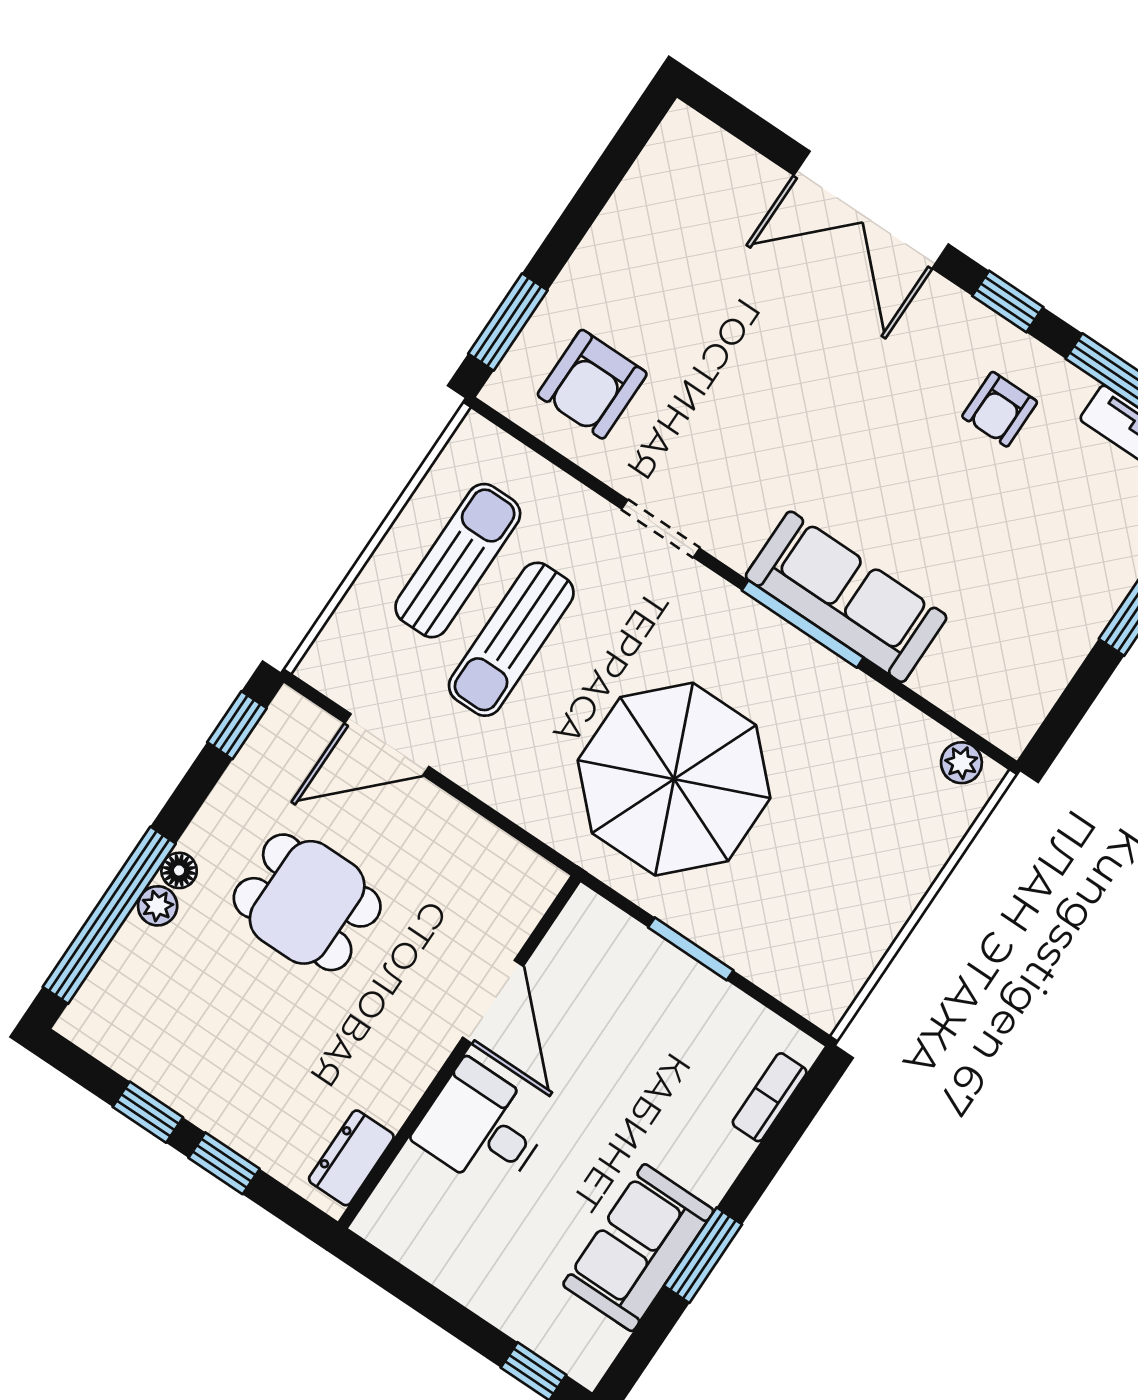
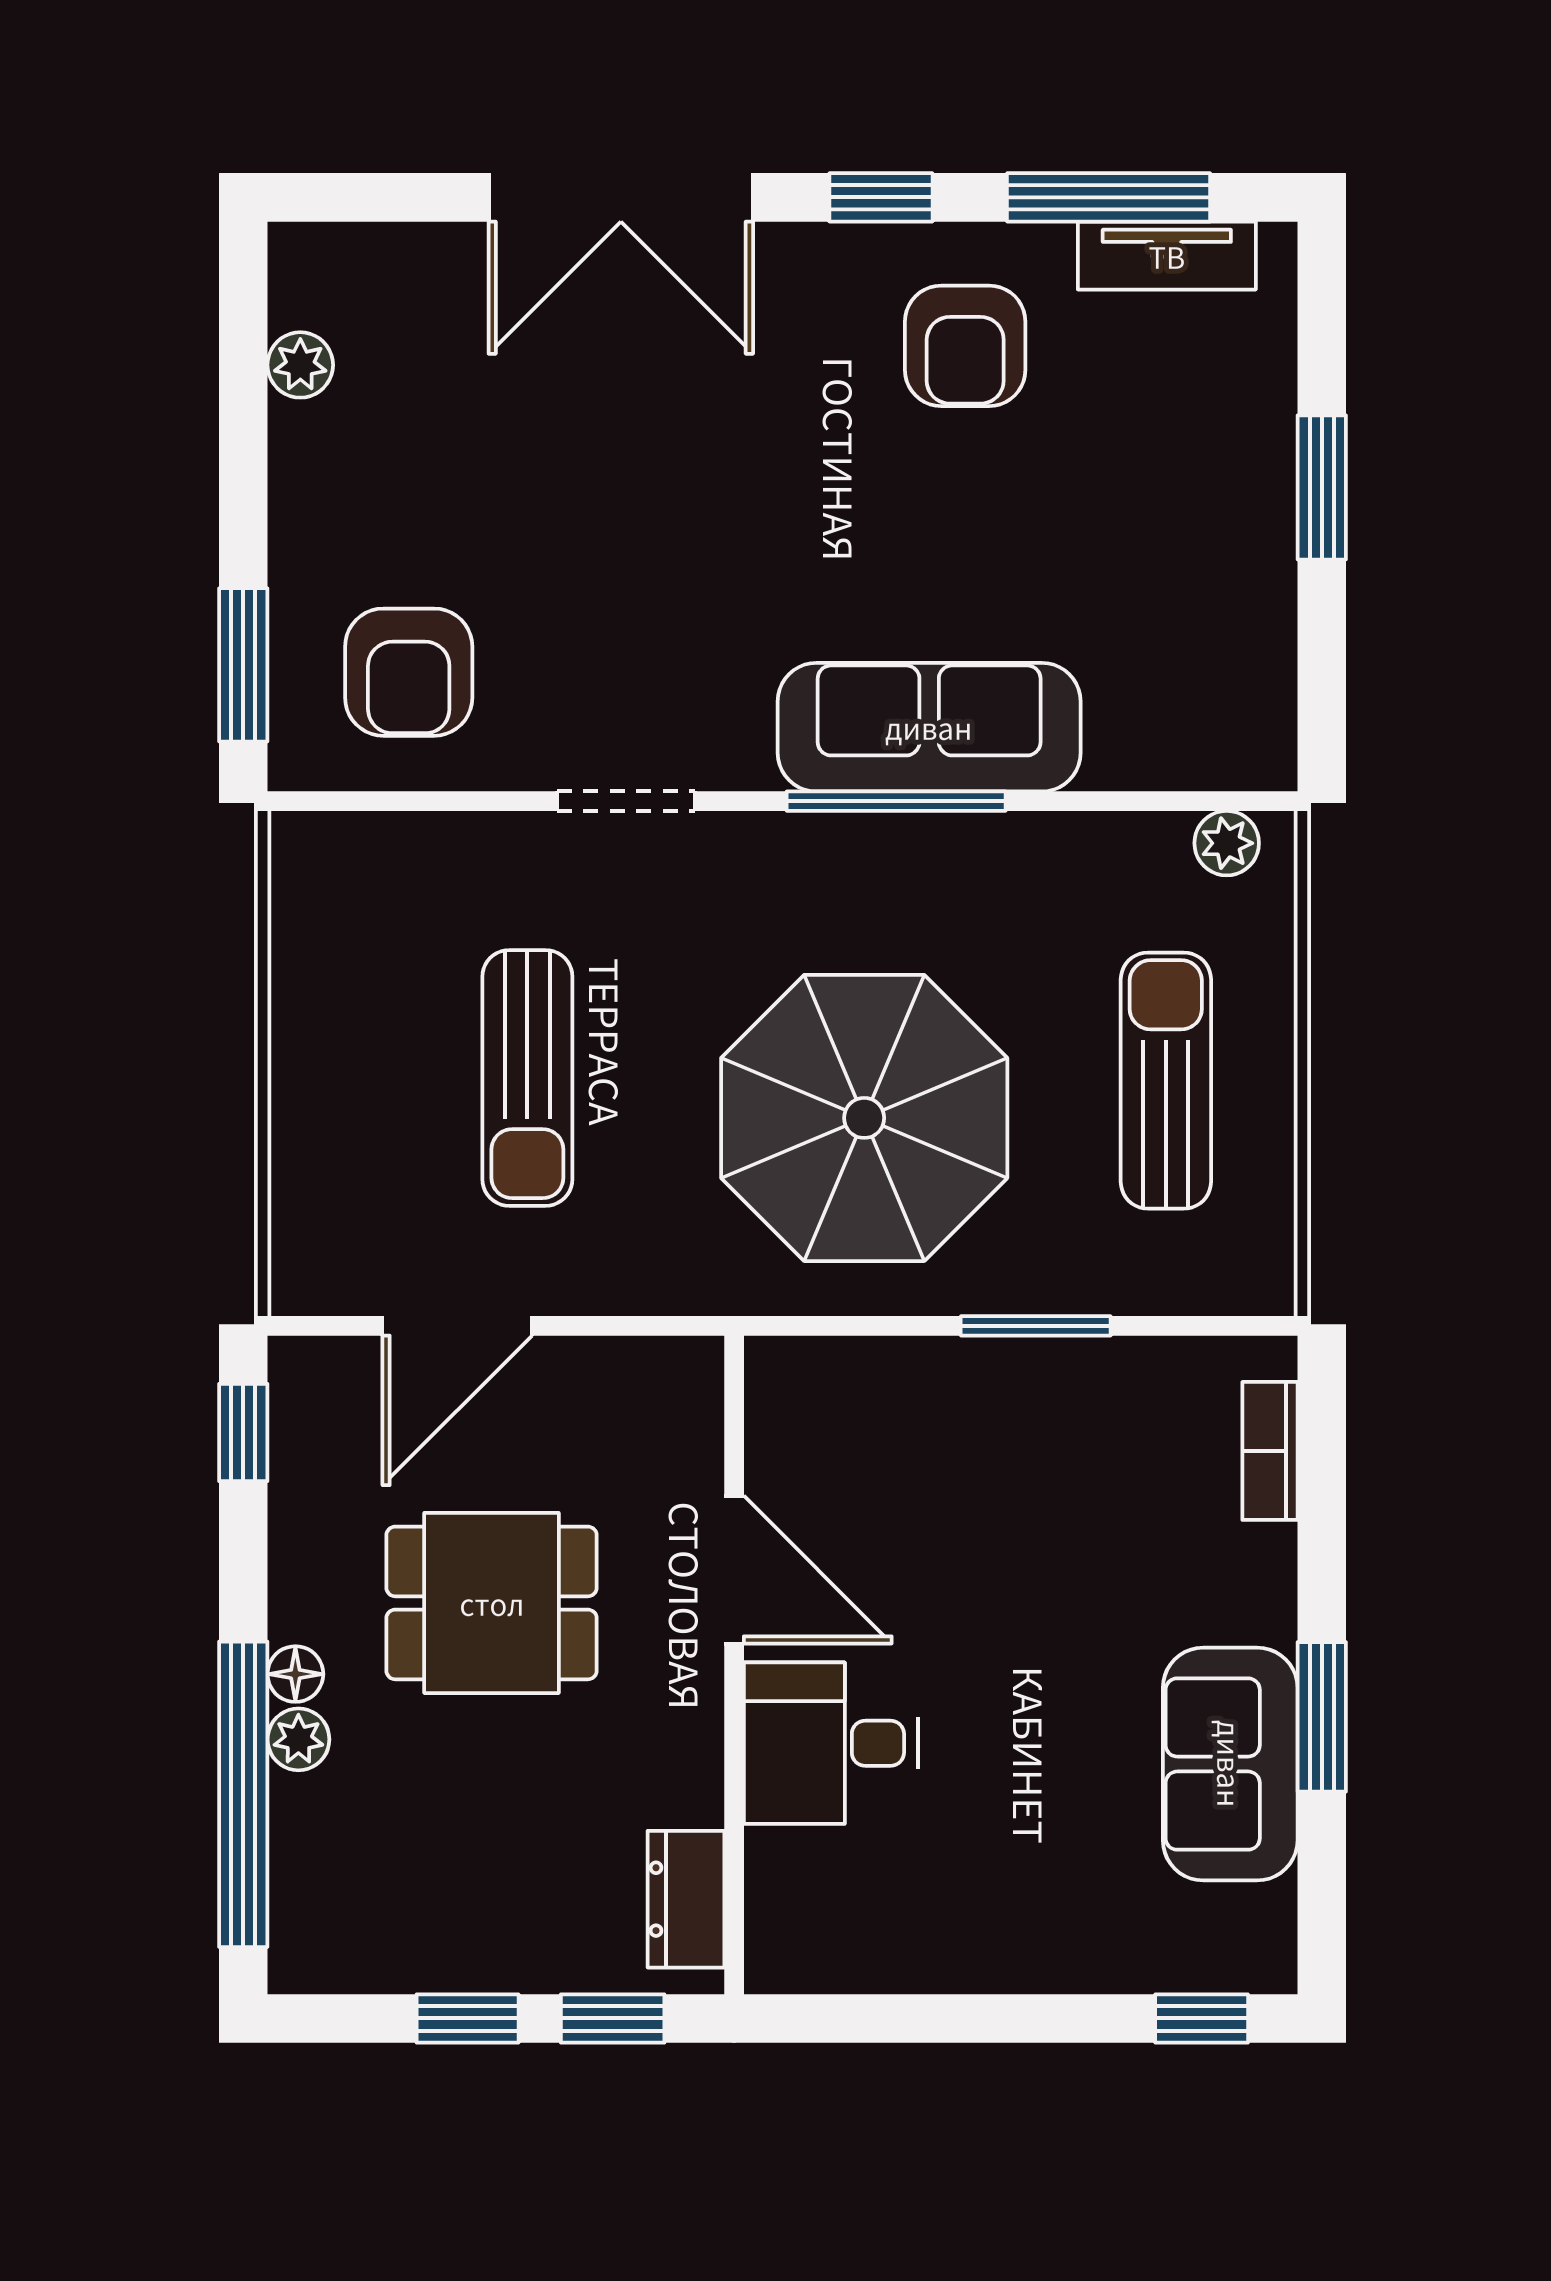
plant: (644, 185) -> (300, 365), added
armchair: (1000, 409) -> (965, 346), width x1.38, depth x1.38
sun lounger: (458, 561) -> (1166, 1081), moved
door: (493, 1002) -> (734, 1570), moved
wall: (459, 1052) -> (734, 1665), moved
desk: (483, 1127) -> (831, 1743), moved
dresser: (351, 1158) -> (686, 1899), moved

